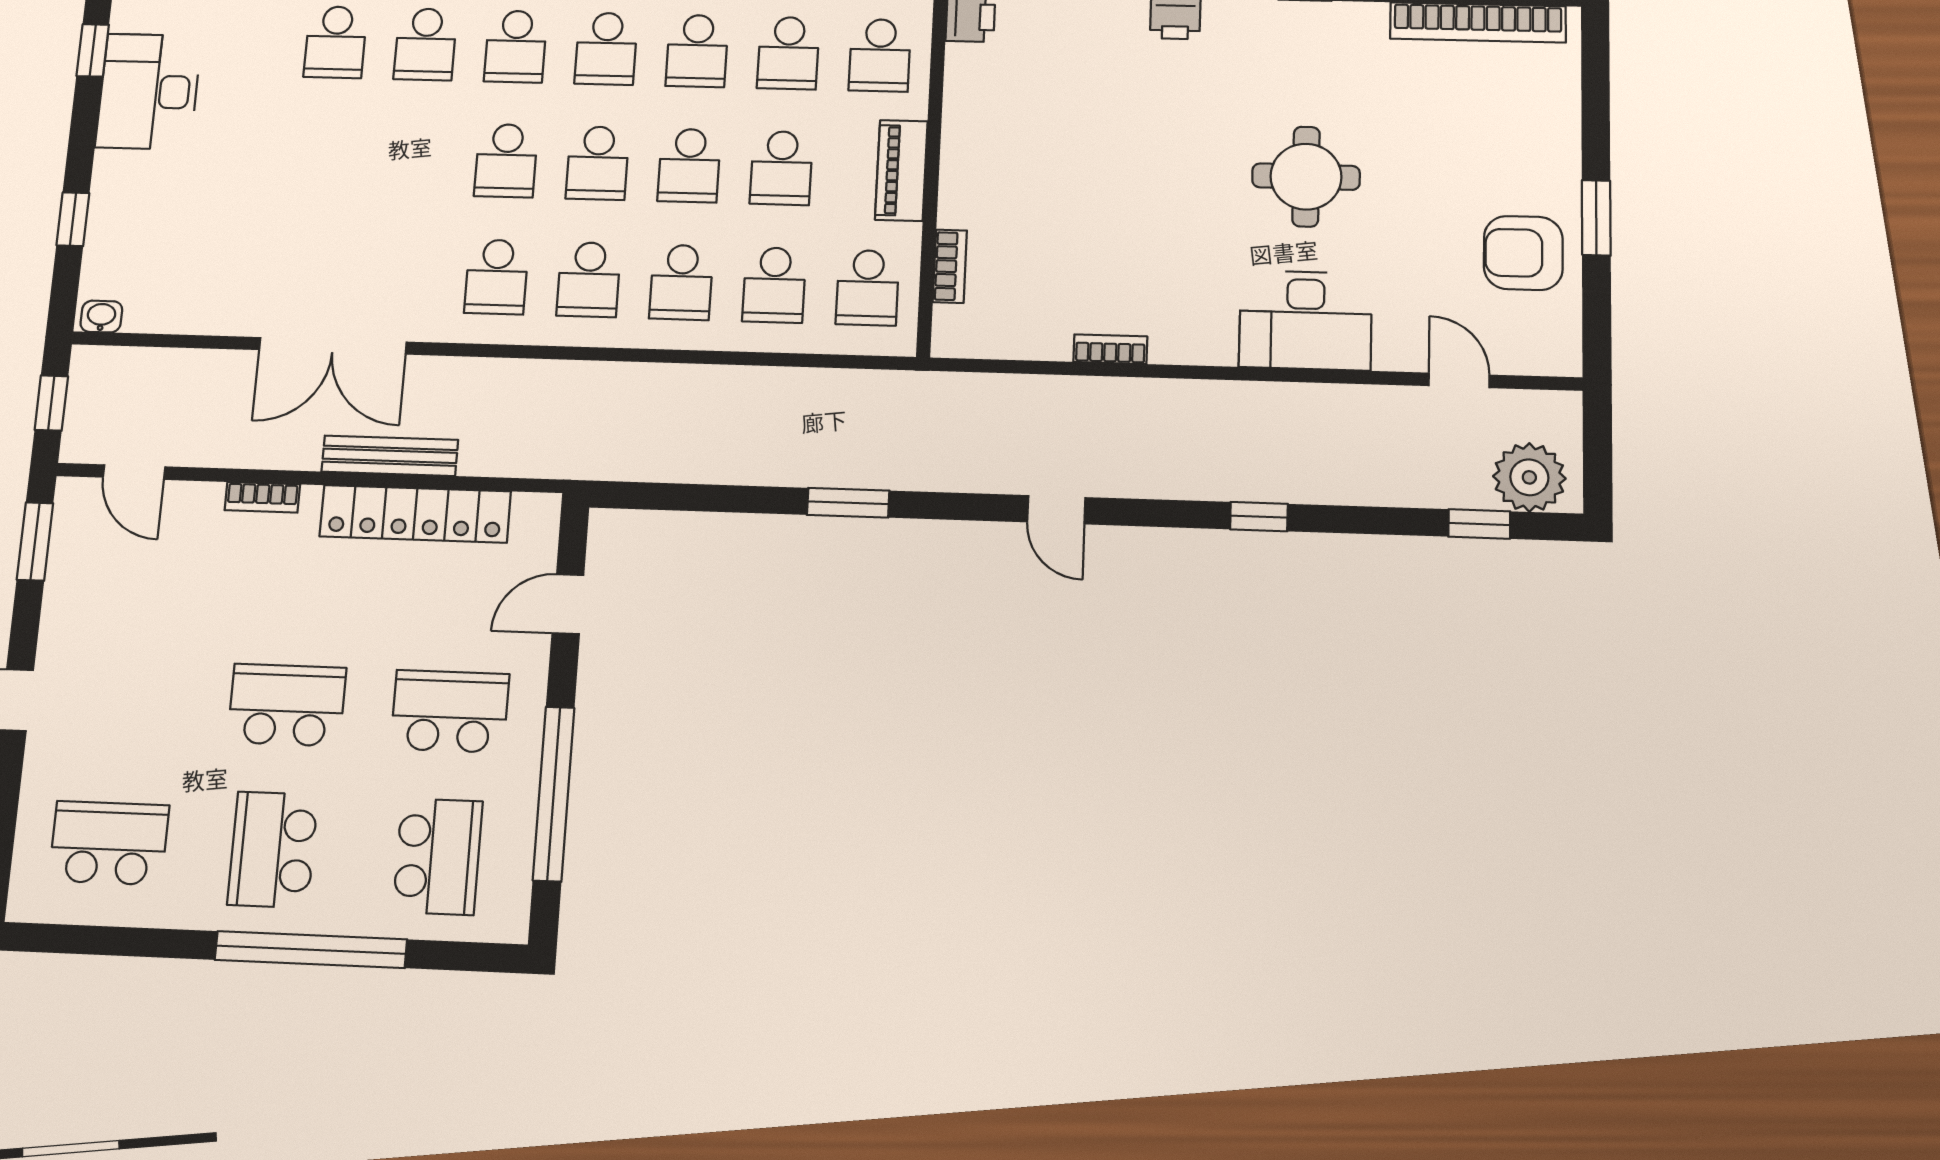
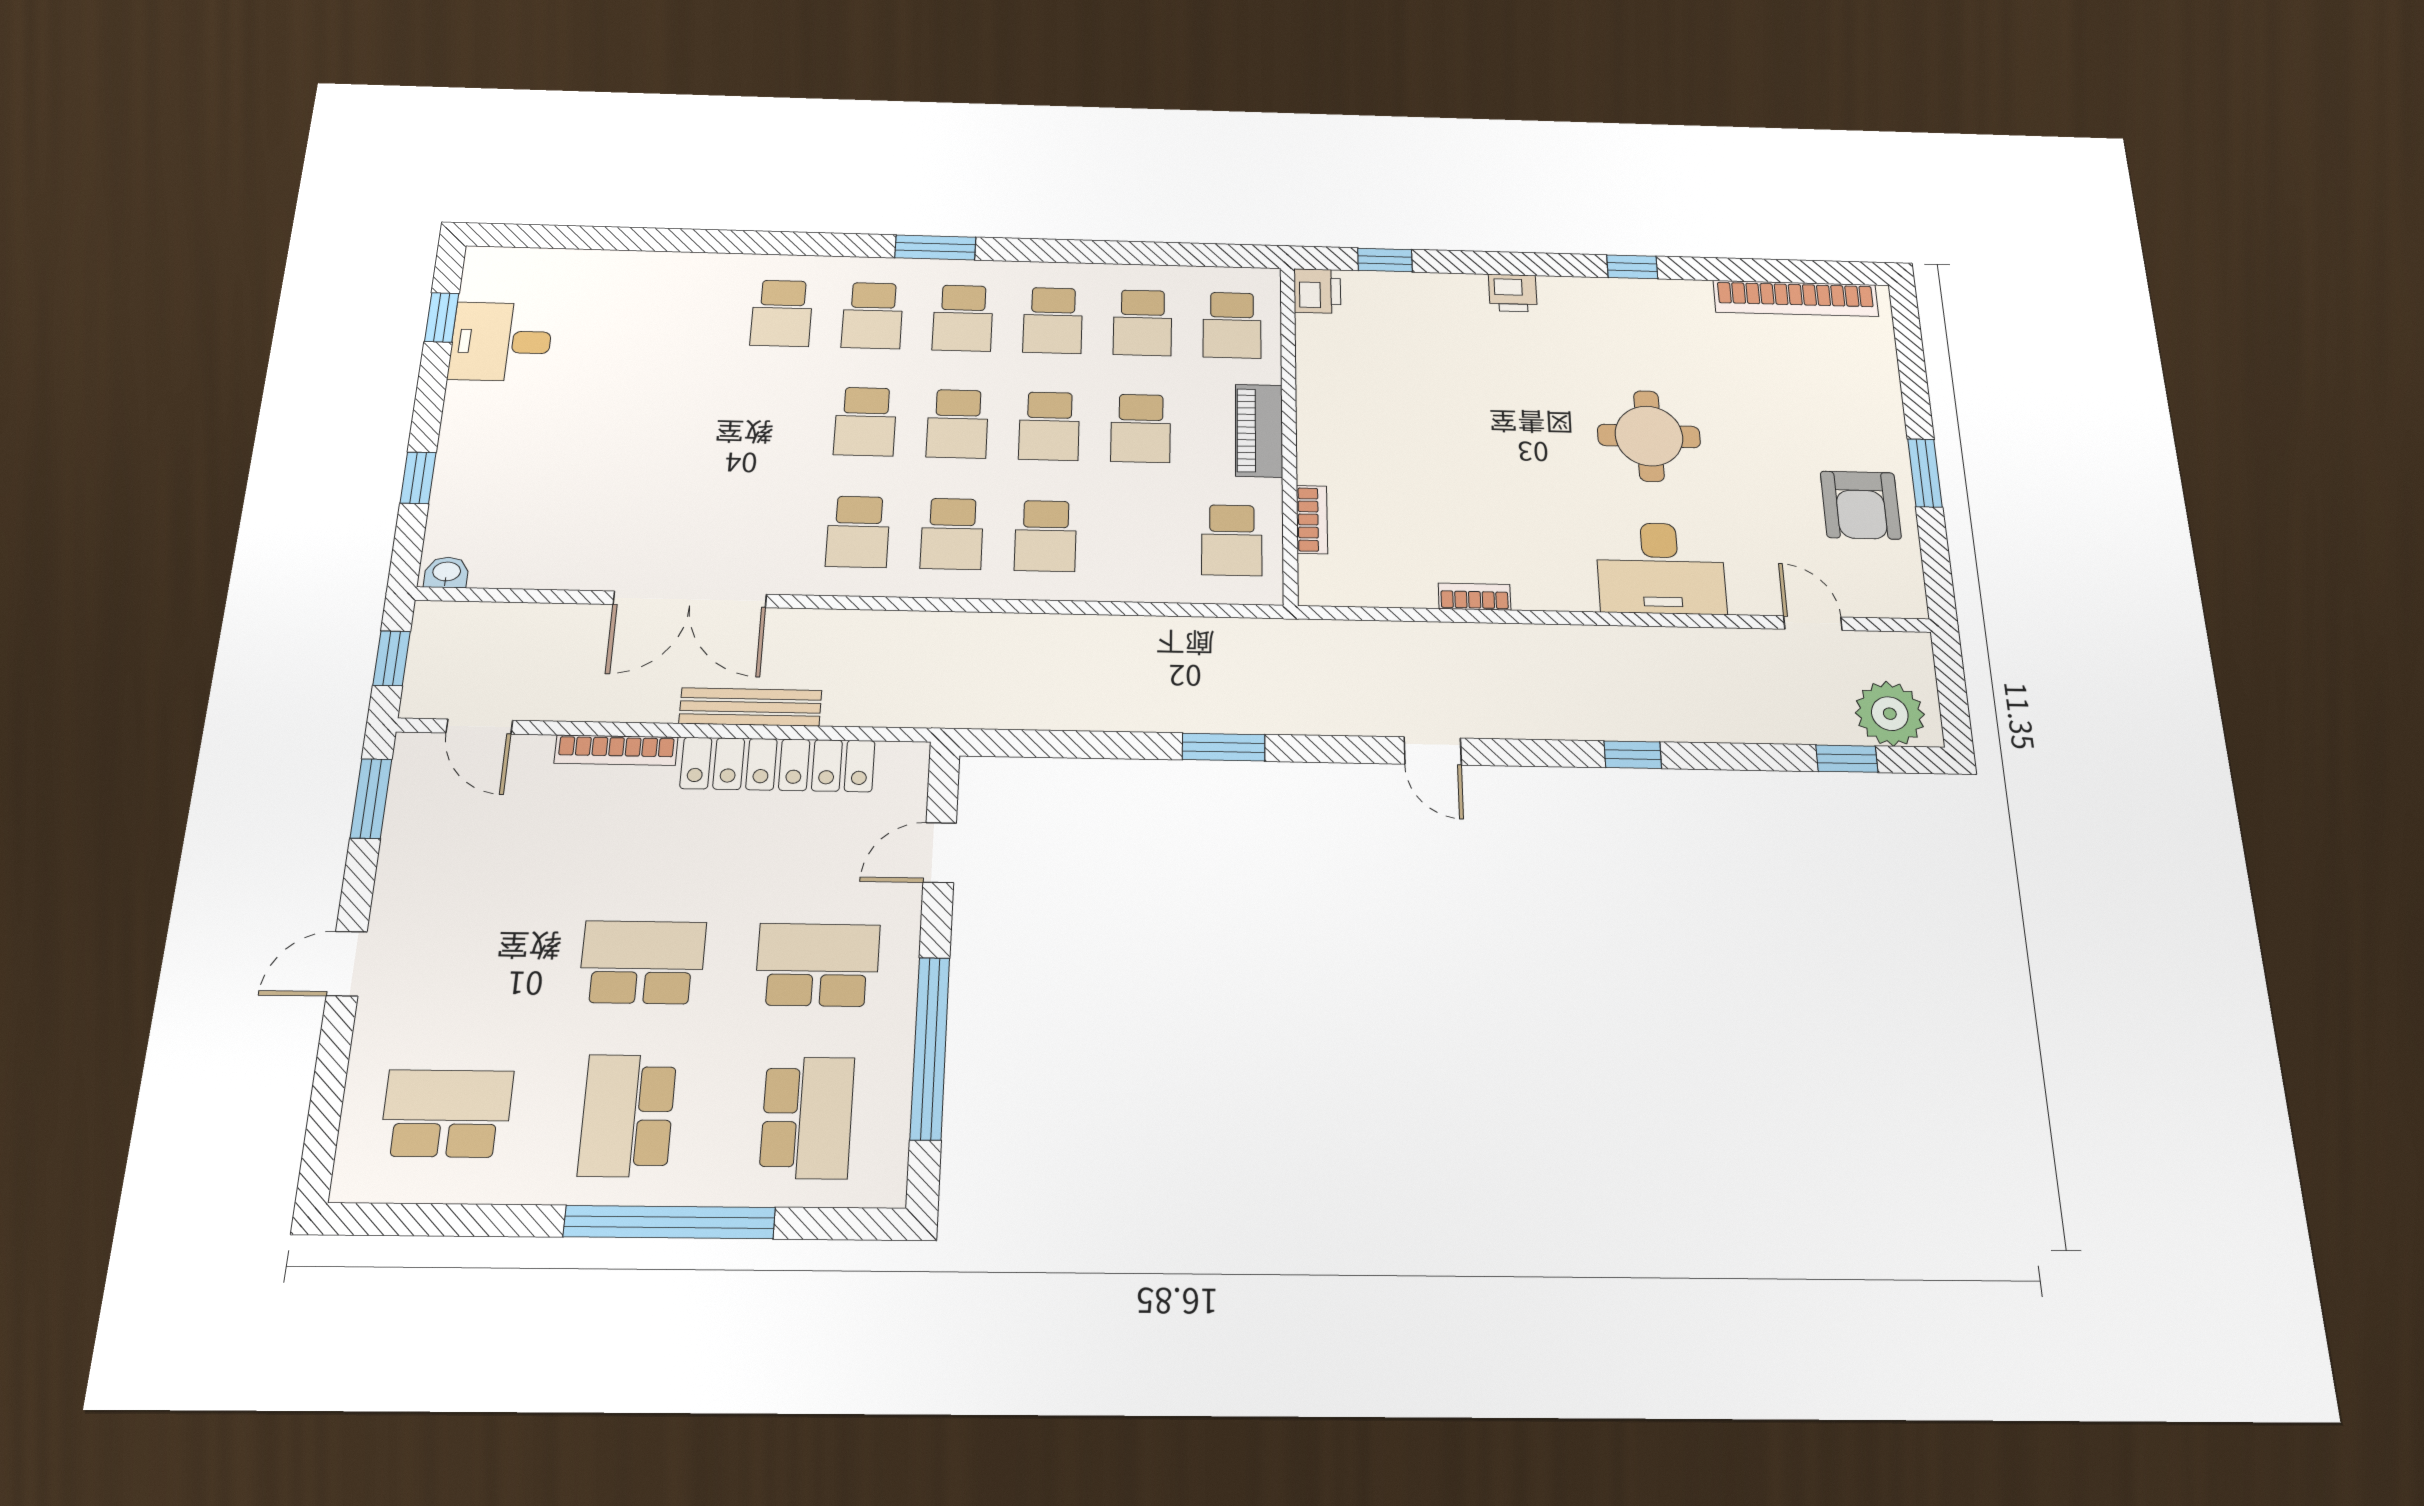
school desk: (336, 42) -> (691, 311), removed
desk: (149, 92) -> (501, 342), width x0.73
armchair: (1523, 253) -> (1861, 505), turned -90
school desk: (774, 285) -> (1139, 538), removed
bookcase: (262, 497) -> (616, 750), width x1.56

